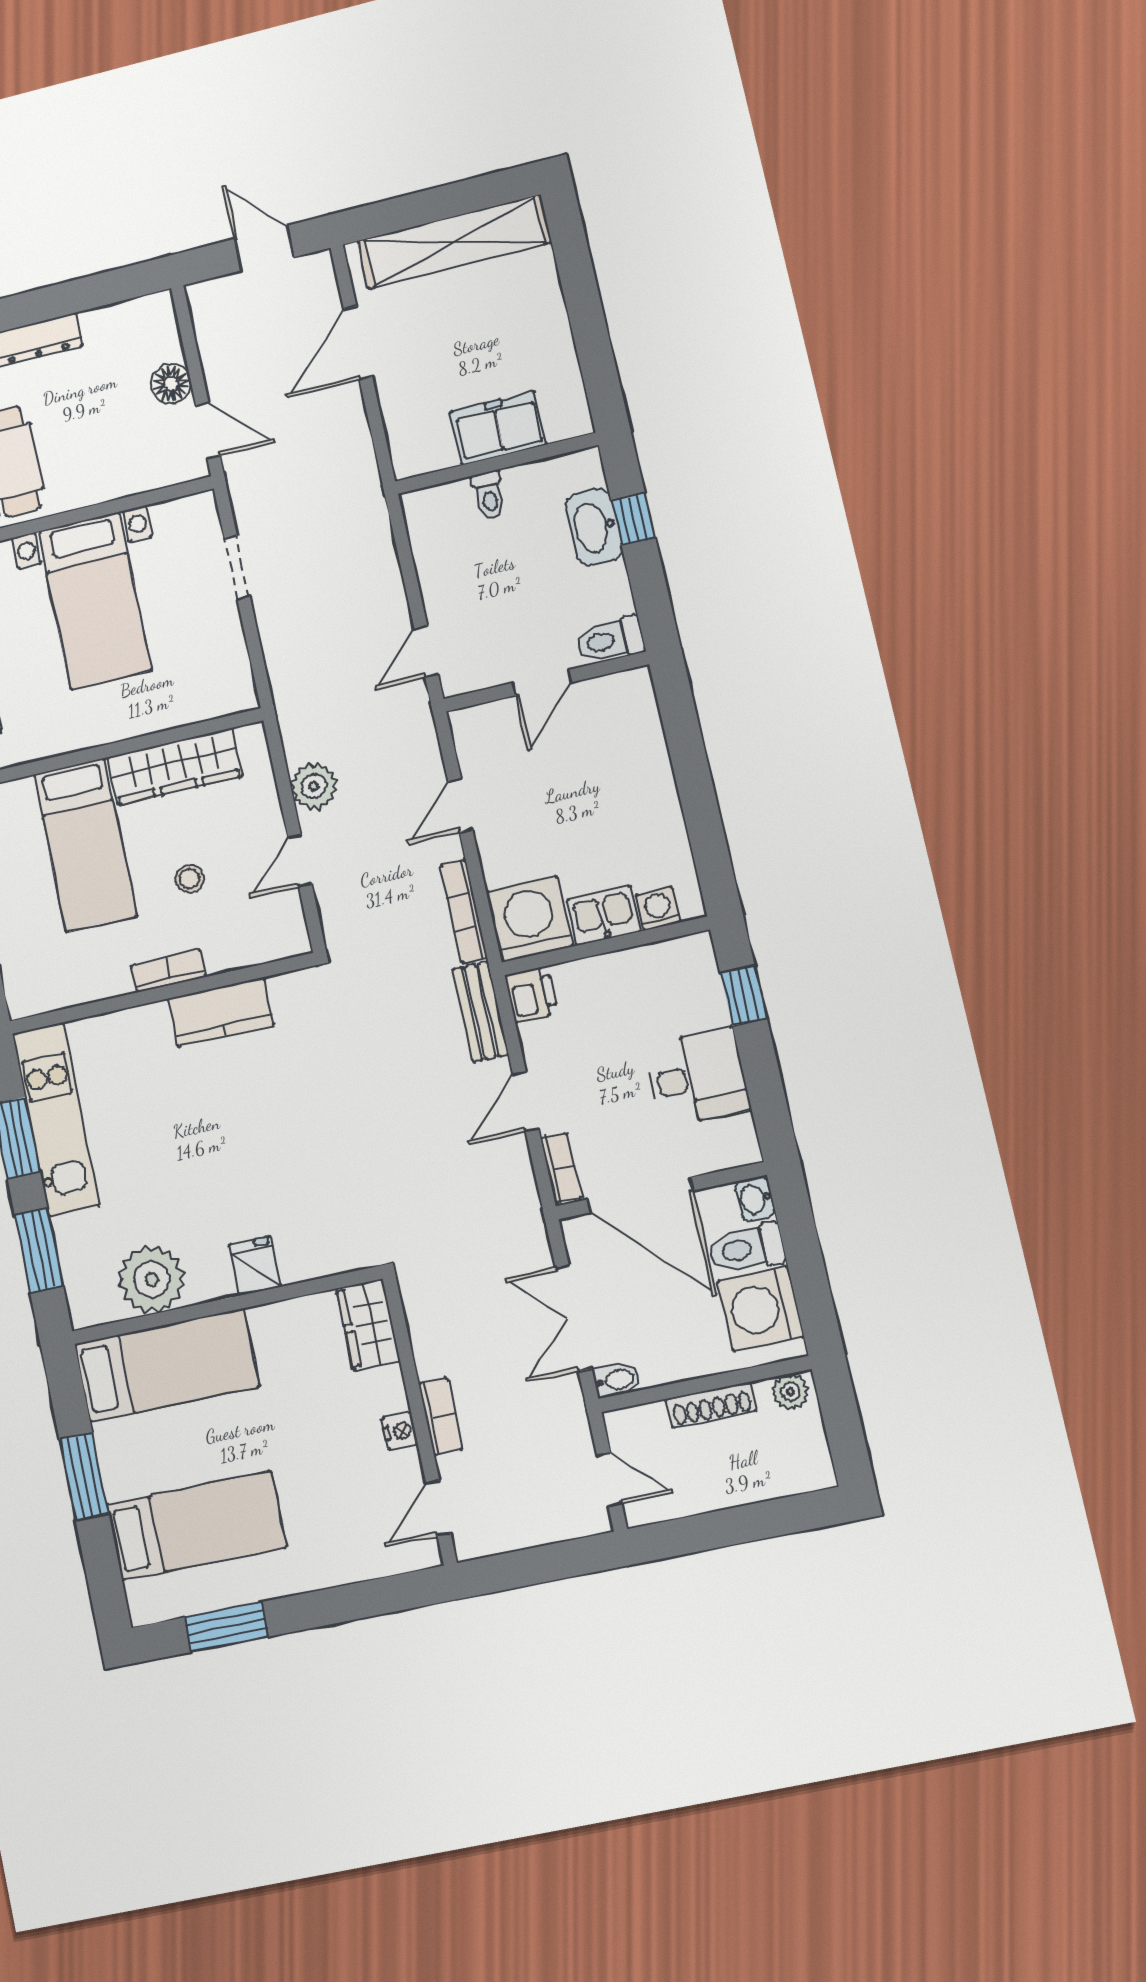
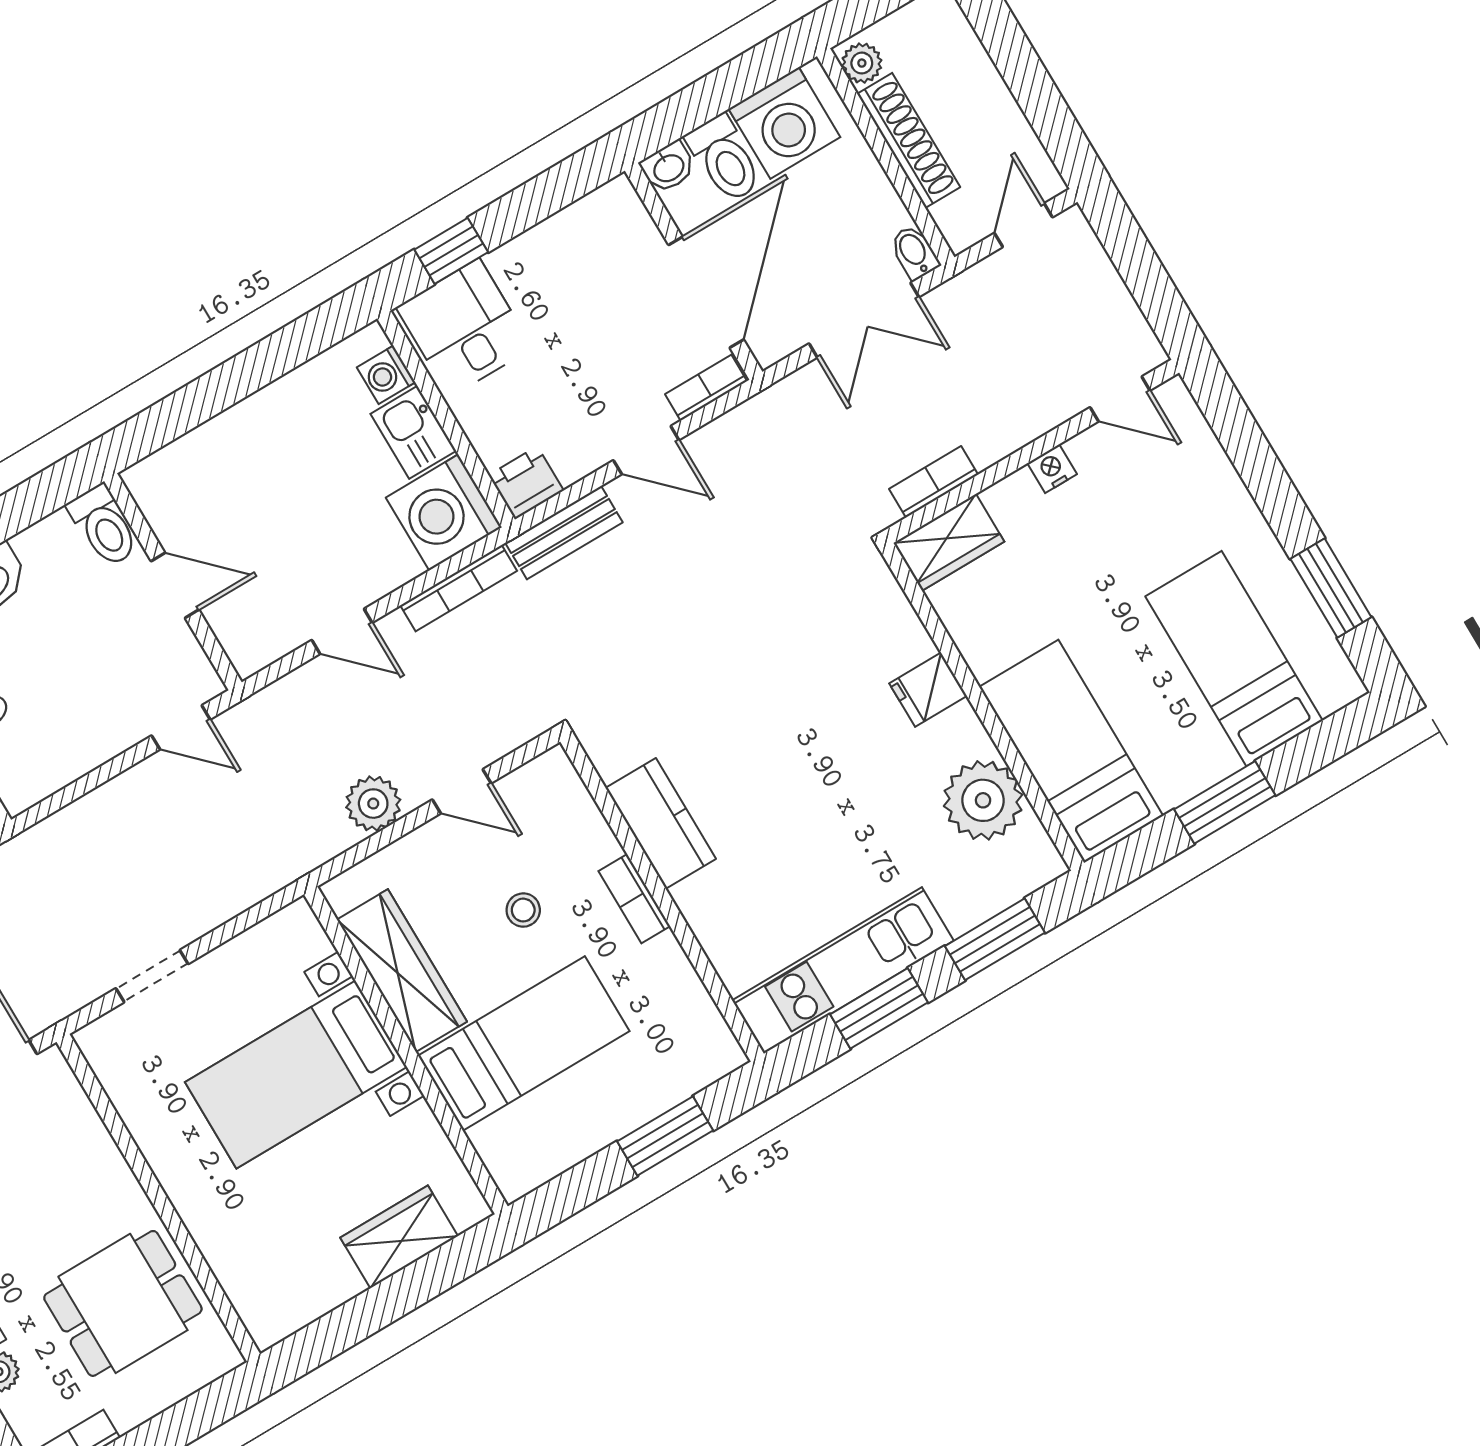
bed with nightstands: (95, 601) -> (296, 1075), moved, turned 180
desk: (697, 1077) -> (464, 328), moved
shoe rack: (711, 1405) -> (909, 140), width x1.36, depth x1.24
bookcase: (440, 1416) -> (934, 482), moved

